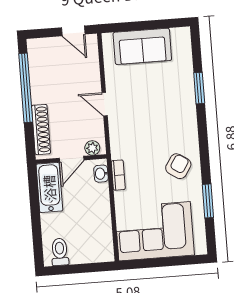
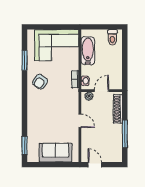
window: (26, 88) -> (125, 134), width x0.68
window: (199, 88) -> (24, 145), moved
bathtub: (49, 188) -> (88, 51), moved, turned 180

